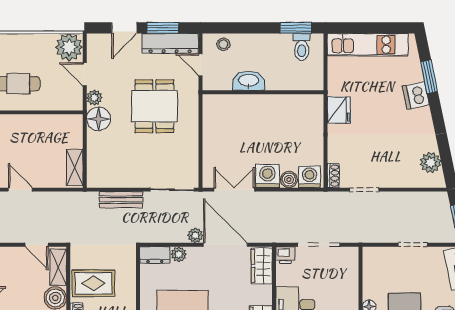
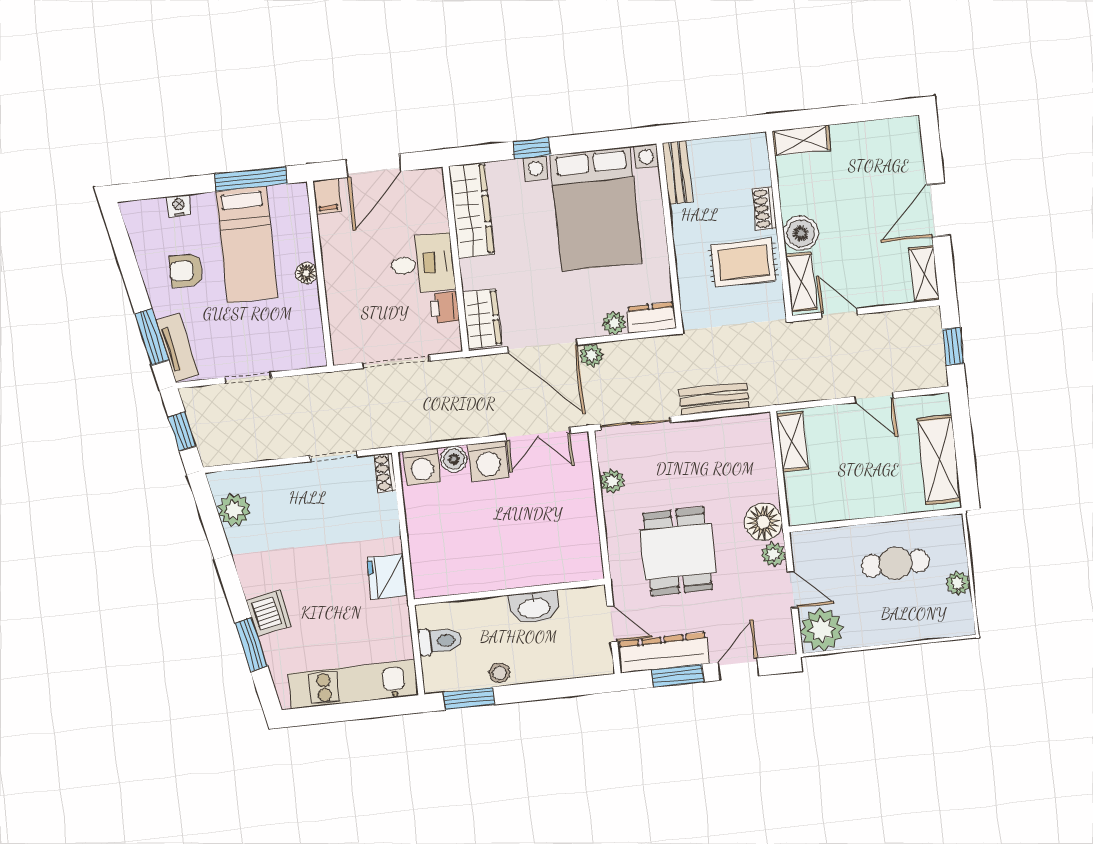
stool: (223, 44) -> (499, 673), moved
toilet: (302, 47) -> (440, 641), moved, turned 90
plant: (191, 155) -> (612, 481), added
printer: (285, 255) -> (444, 307), moved, turned -90

